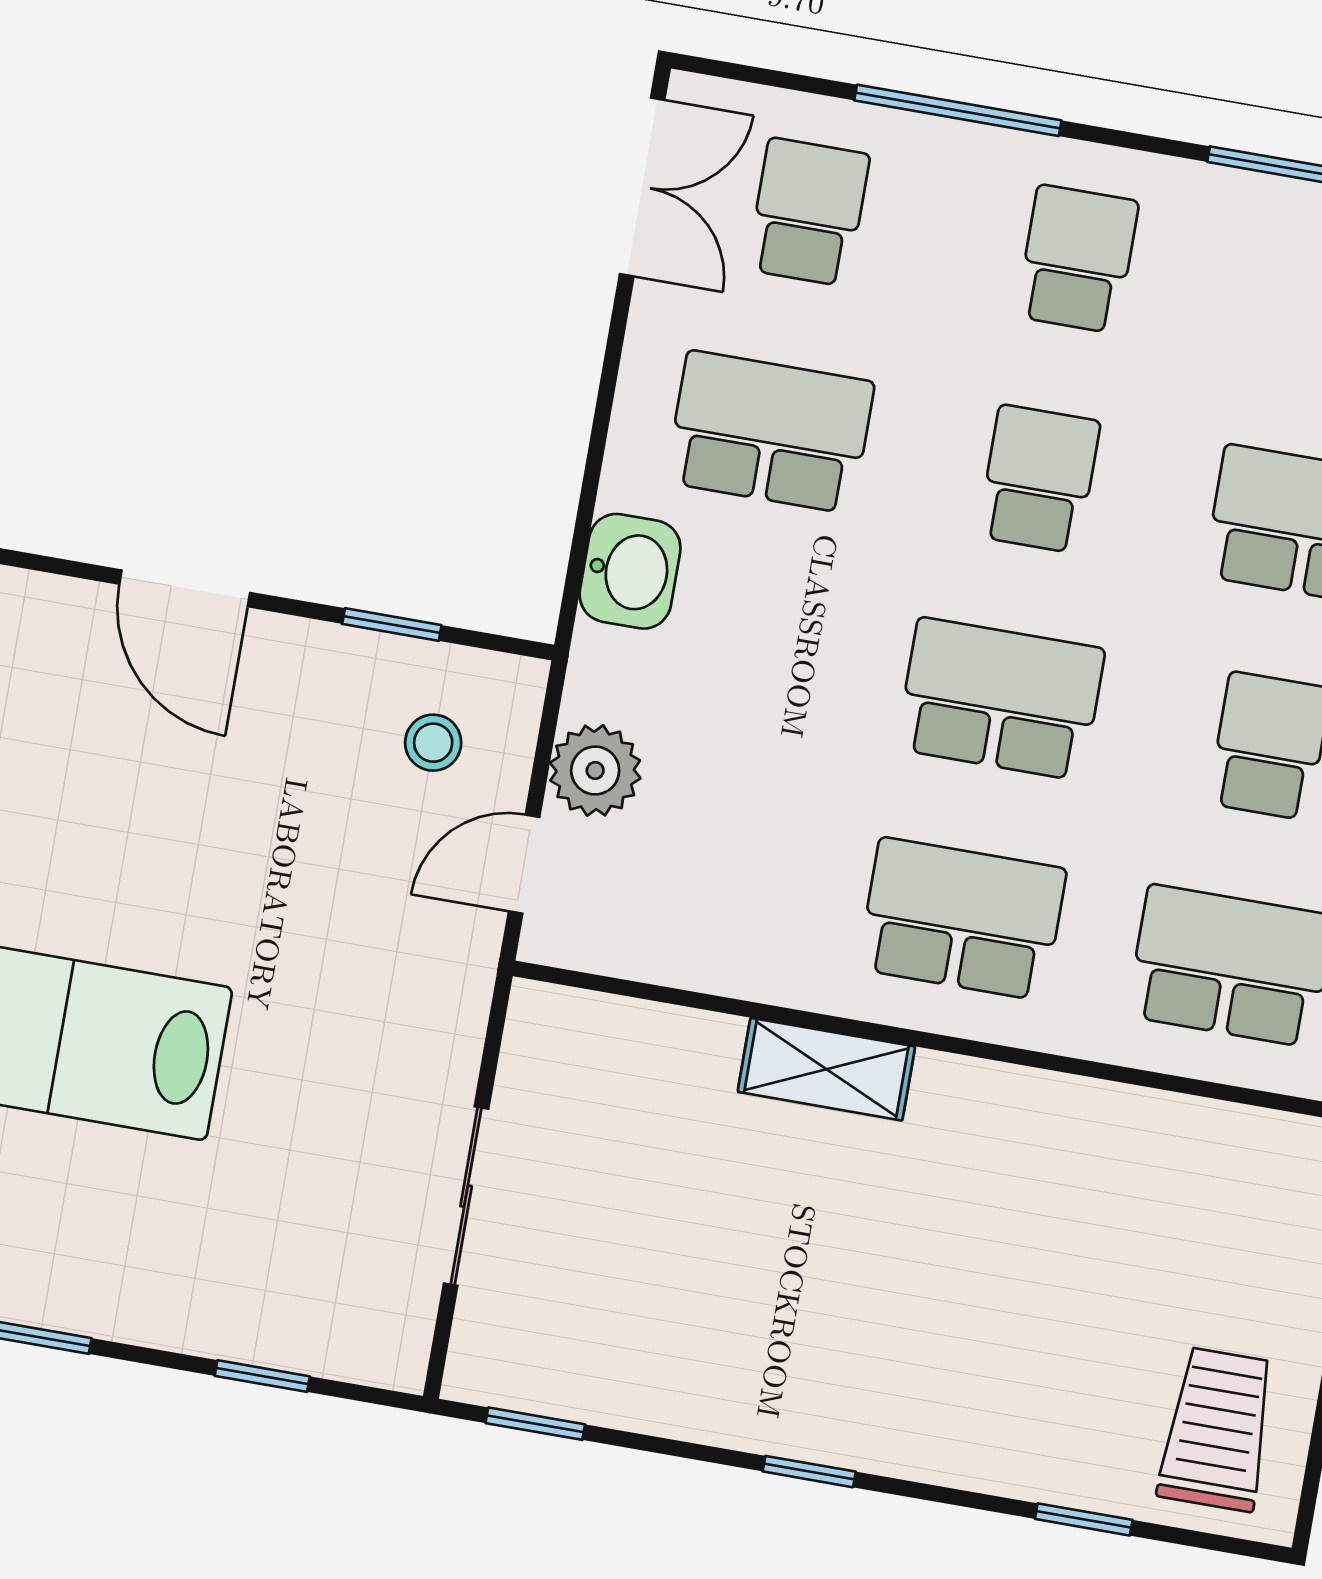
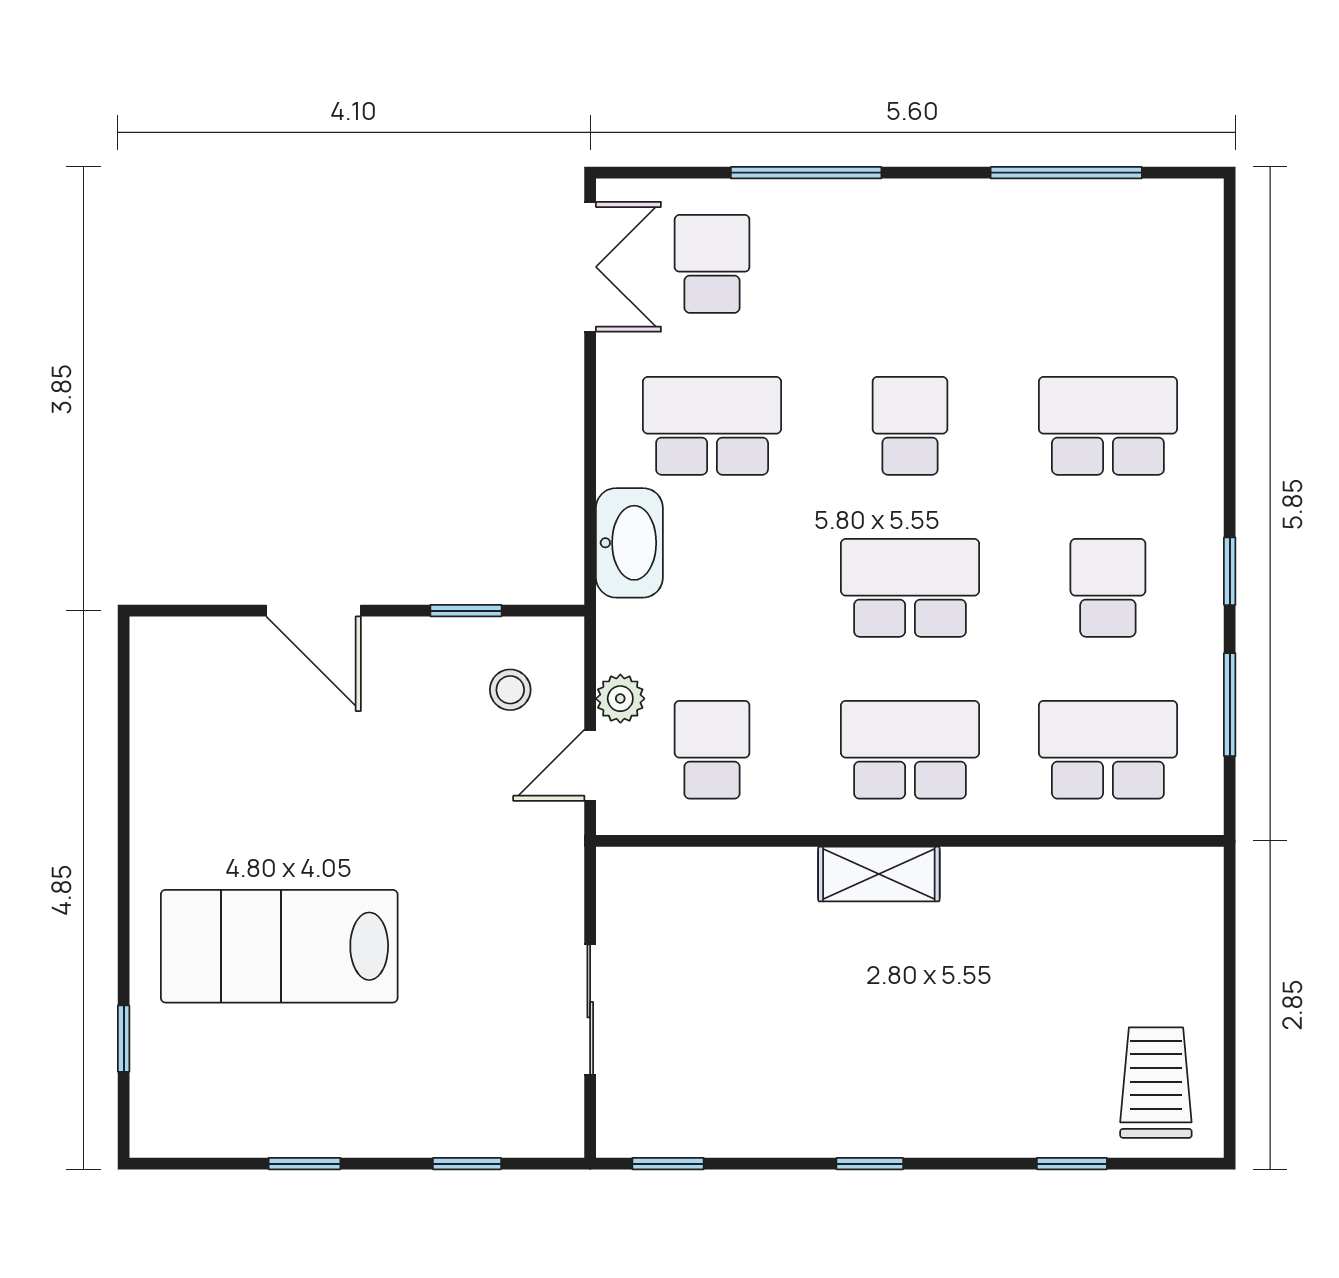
school desk: (1077, 259) -> (712, 750), moved
washbasin: (630, 571) -> (629, 543), width x1.38
plant: (595, 770) -> (620, 699), width x0.73, depth x0.73
shelving: (826, 1069) -> (879, 874), moved

